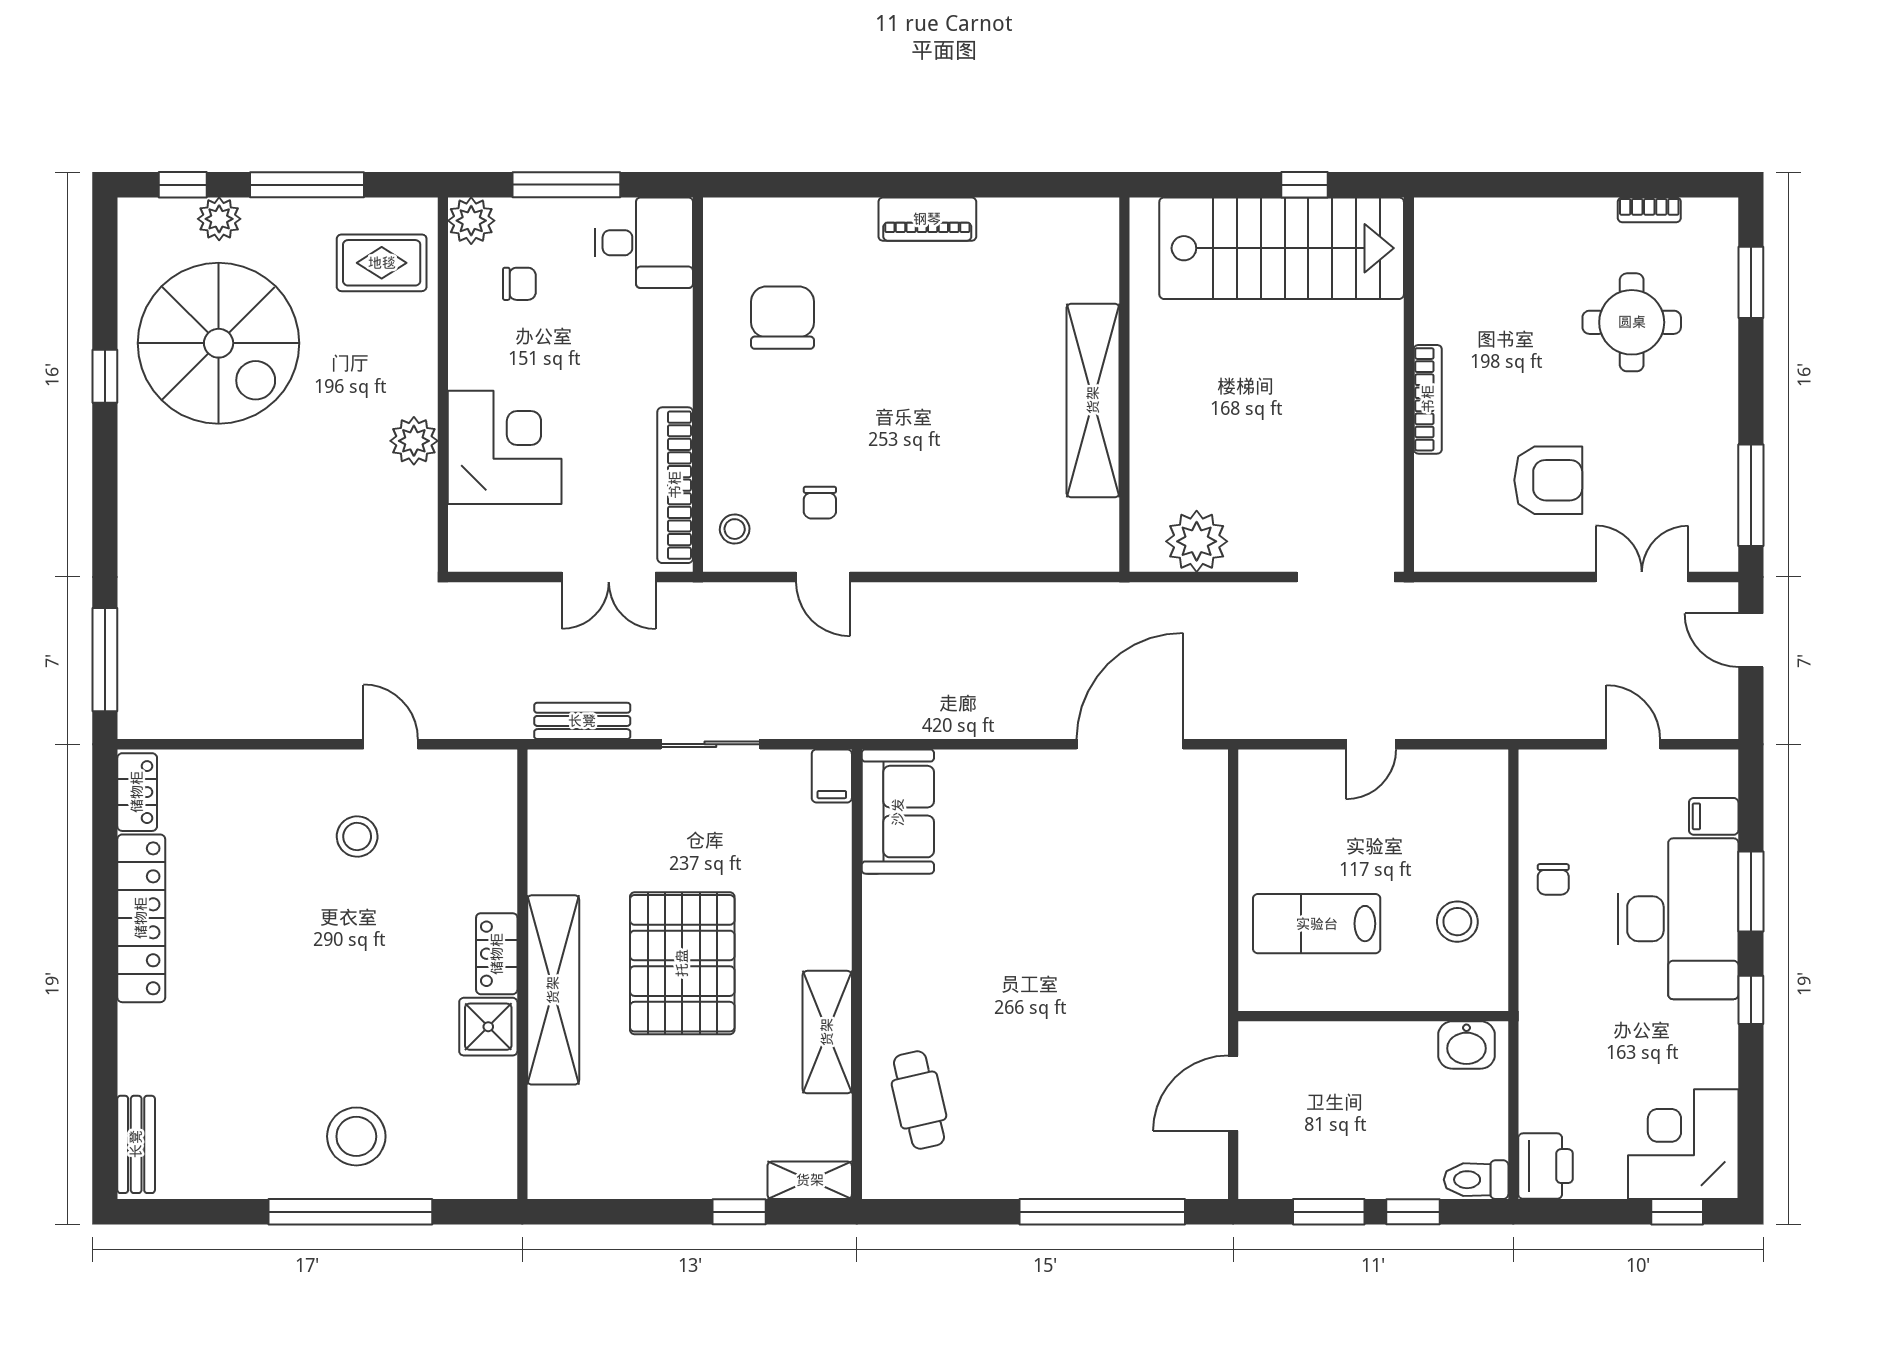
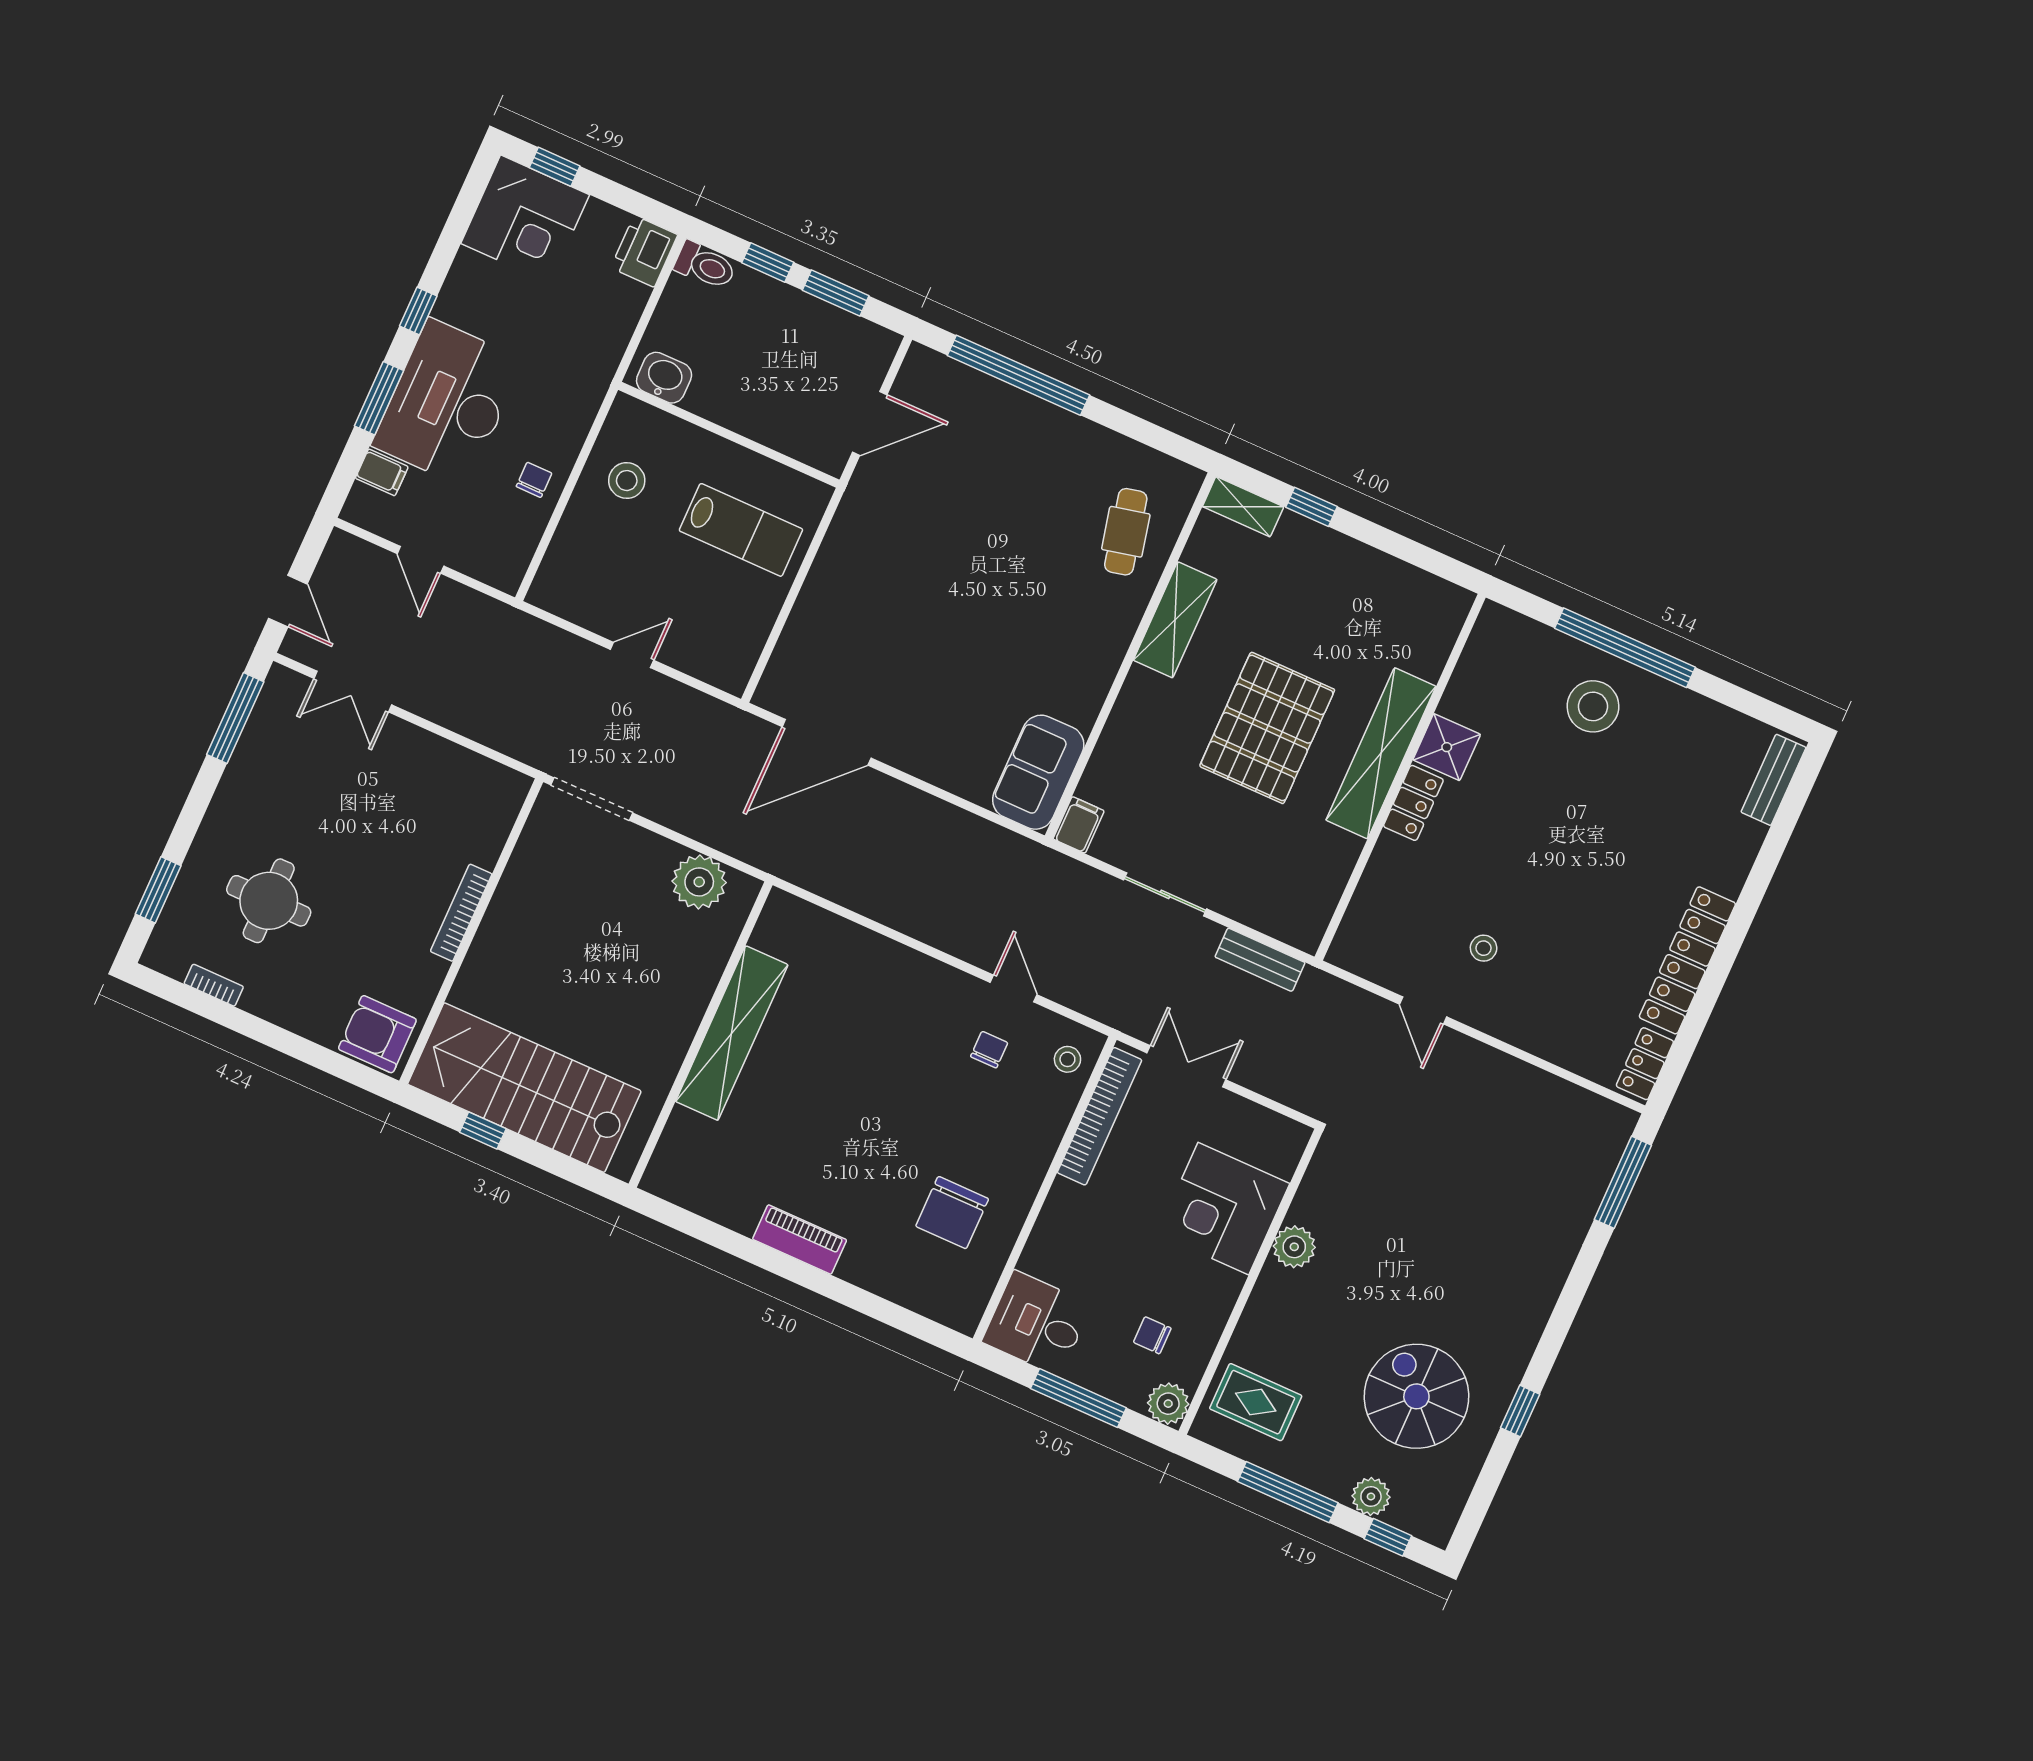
spiral stairs: (219, 343) -> (1416, 1396), width x0.73, depth x0.73
armchair: (1548, 480) -> (377, 1034), moved
stool: (357, 836) -> (1484, 948), width x0.73, depth x0.73

